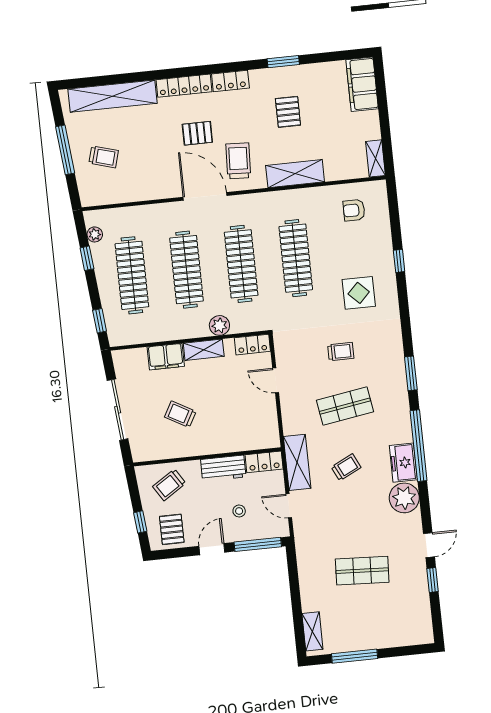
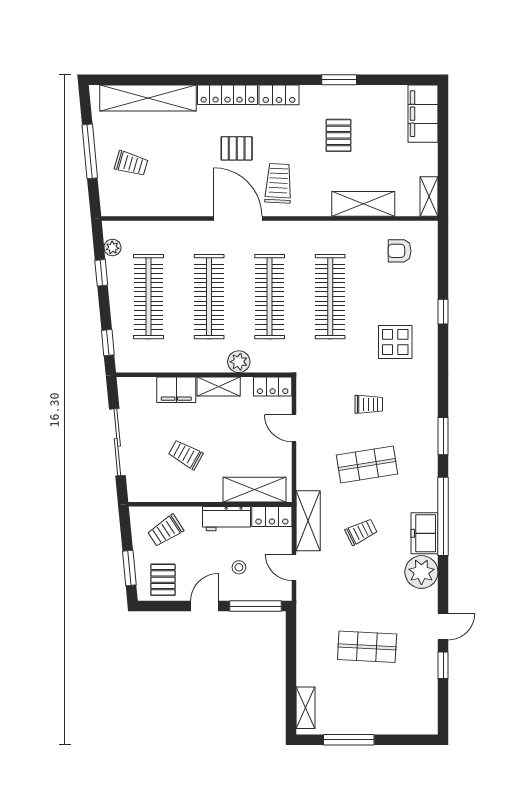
shelving: (295, 174) -> (363, 204), moved
shelving: (246, 439) -> (254, 490), added
window: (140, 522) -> (129, 568), width x1.50

